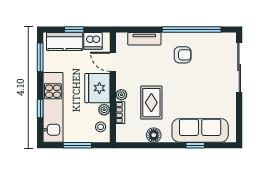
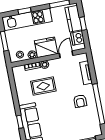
floor lamp: (154, 135) -> (21, 92), removed

